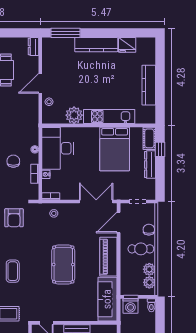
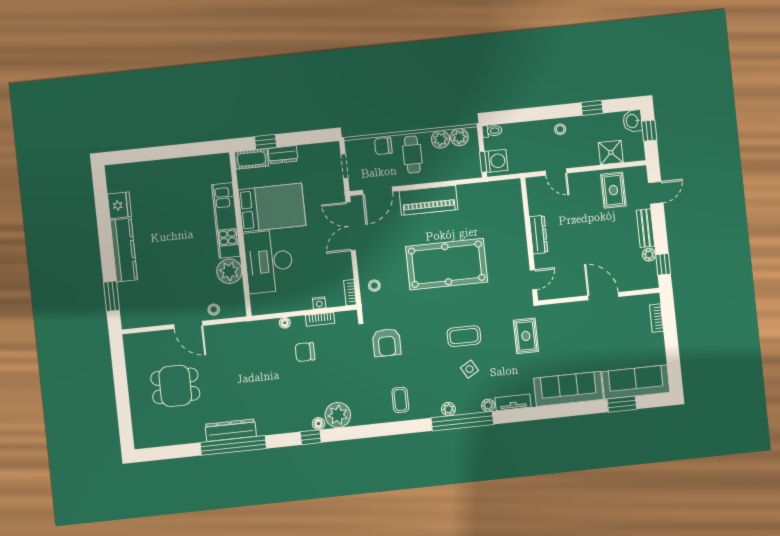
window: (65, 33) -> (112, 296), width x0.69
dresser: (33, 47) -> (136, 340), removed
kitchen counter: (149, 85) -> (174, 168), removed
desk: (58, 148) -> (269, 261), moved, turned 90
dresser: (150, 165) -> (283, 155), width x0.70
armchair: (14, 218) -> (387, 342), turned 90
door: (119, 222) -> (378, 191), hinge flipped
pool table: (63, 265) -> (447, 264), width x1.36, depth x1.32
sofa: (107, 299) -> (490, 195), removed

